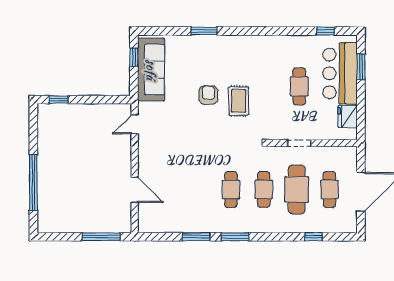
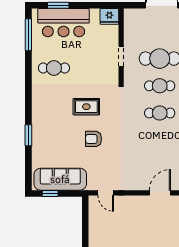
window: (325, 31) -> (28, 35), width x2.17
cafe table: (299, 86) -> (54, 68), moved
armchair: (208, 95) -> (94, 139), moved
fridge: (348, 117) -> (109, 16), moved
cafe table: (329, 189) -> (160, 31), removed

